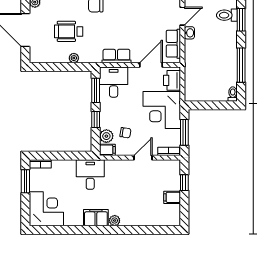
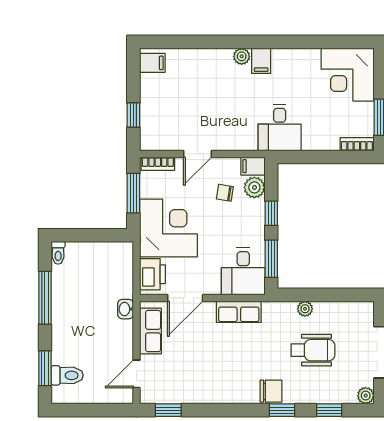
washbasin: (189, 33) -> (125, 309), moved
filing cabinet: (172, 197) -> (152, 63), moved
filing cabinet: (96, 218) -> (261, 61), width x0.50

